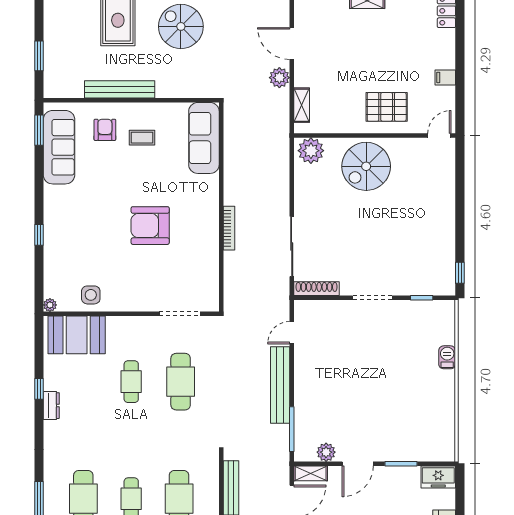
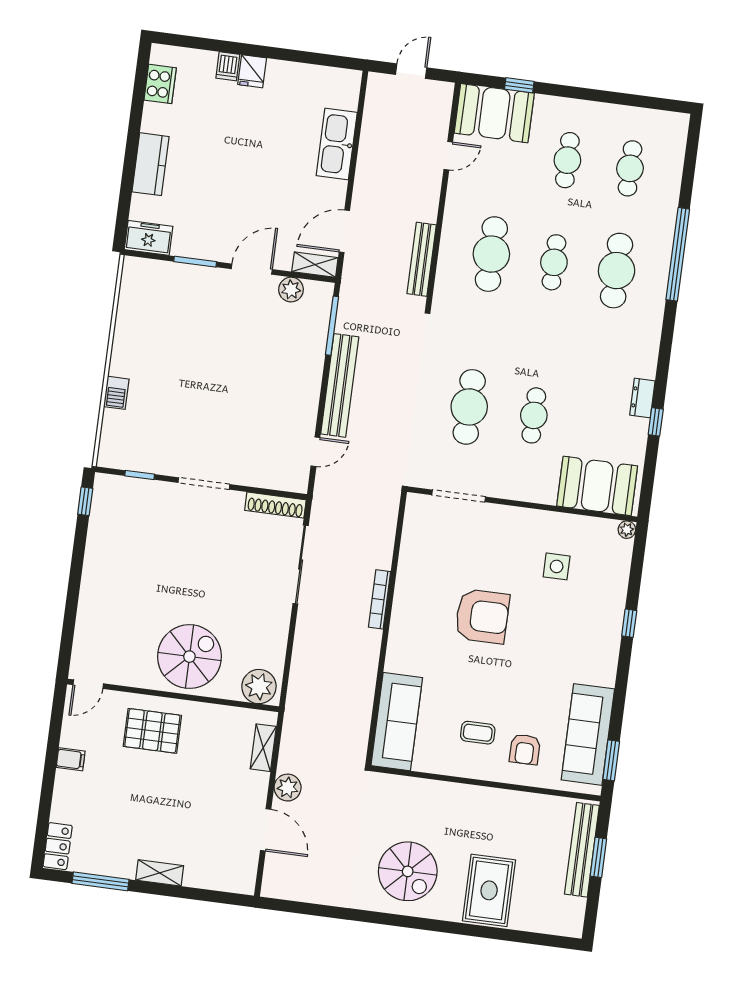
bench: (120, 89) -> (582, 850), moved, turned 90
side table: (91, 295) -> (557, 566), moved

